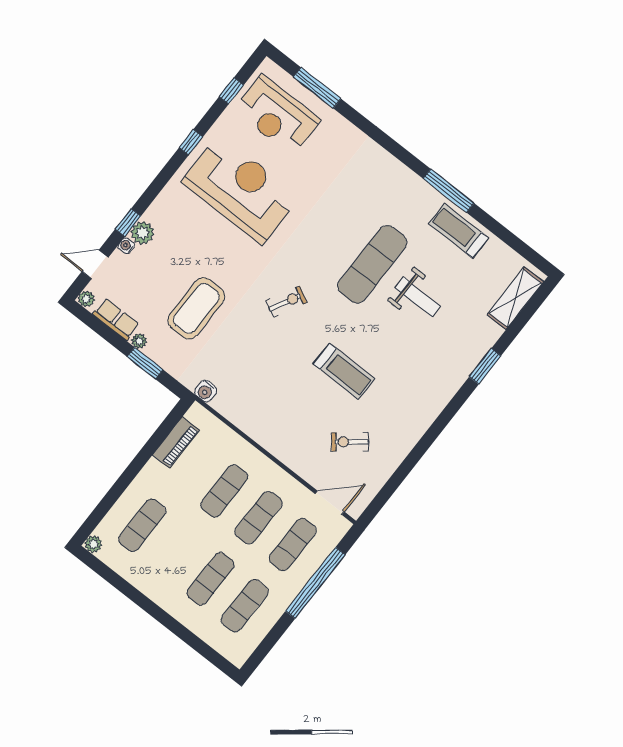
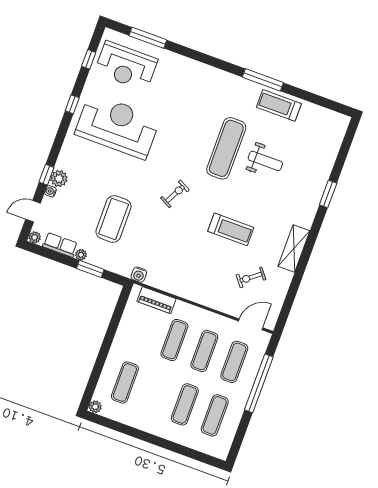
shelving: (515, 298) -> (294, 248), moved
piano: (176, 443) -> (156, 300), moved, turned 90

